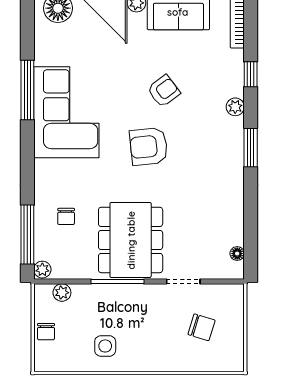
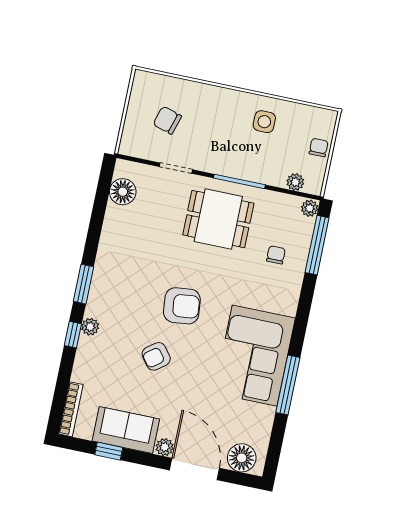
window: (251, 74) -> (73, 335), moved
dining table: (131, 240) -> (218, 219), width x0.73
floor lamp: (237, 254) -> (123, 192), width x1.89, depth x1.89

